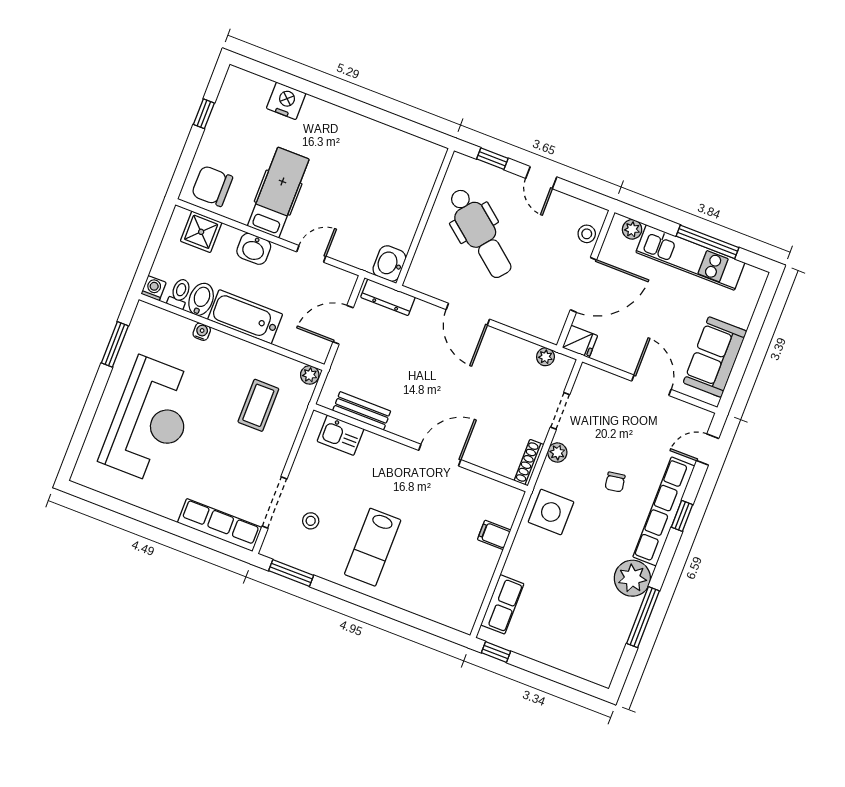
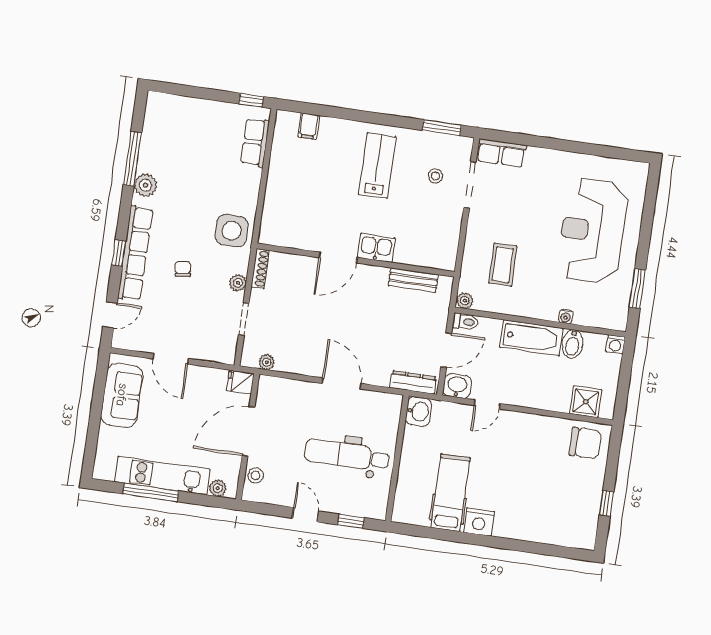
nightstand: (286, 101) -> (479, 522), moved
hospital bed: (278, 193) -> (450, 493), moved, turned 180
dental chair: (480, 233) -> (347, 455), turned -39
washbasin: (254, 249) -> (457, 386), moved
toilet: (180, 293) -> (465, 322), moved, turned -90
kitchen sink: (341, 435) -> (376, 248), moved
row of seats: (220, 525) -> (501, 153), width x0.68
filing cabinet: (494, 535) -> (309, 126), moved, turned 90
plant: (632, 578) -> (146, 185), width x0.73, depth x0.73

